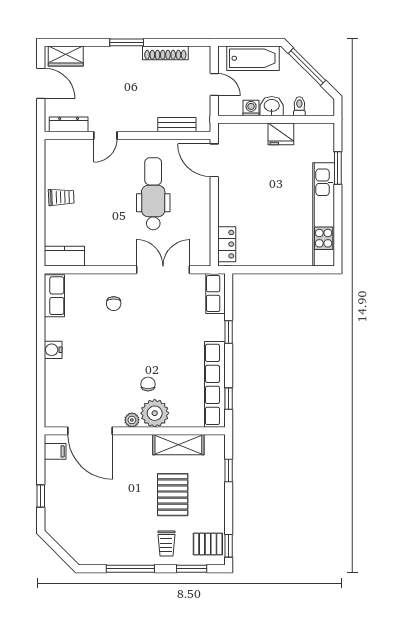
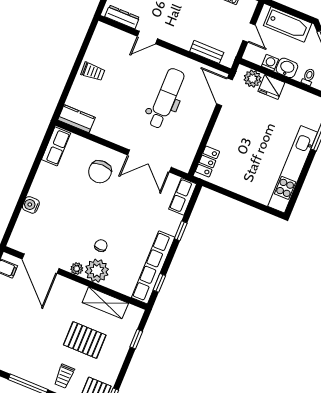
plant: (239, 133) -> (252, 79), added
fridge: (281, 134) -> (271, 87), moved
double door: (163, 270) -> (149, 161), swing flipped
chair: (114, 304) -> (100, 172), width x1.87, depth x1.87
water cooler: (53, 350) -> (31, 205), moved
pallet: (173, 495) -> (85, 340), turned 90

